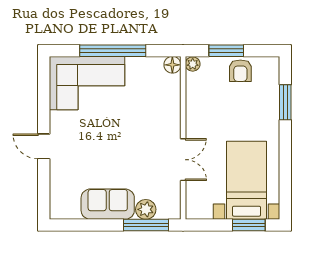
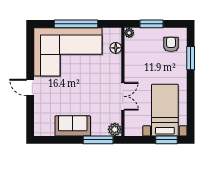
floor lamp: (172, 65) -> (116, 48), moved
armchair: (240, 71) -> (171, 44), moved, turned 180
corner sofa: (87, 83) -> (68, 52), width x1.36, depth x1.36
plant: (146, 209) -> (115, 129), moved

